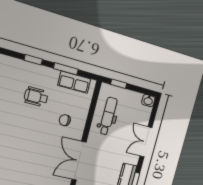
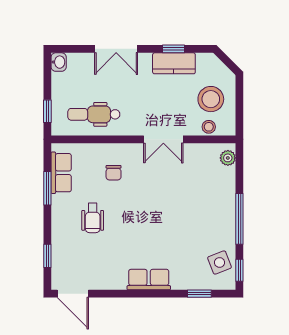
window: (33, 60) -> (47, 256), moved
double door: (79, 161) -> (163, 139), width x0.73

